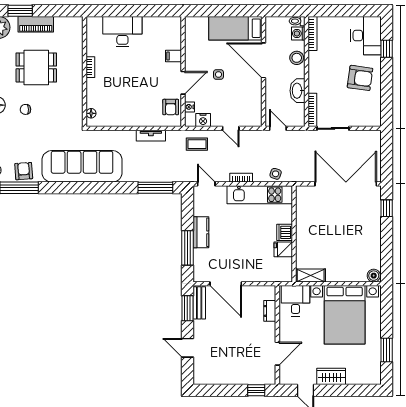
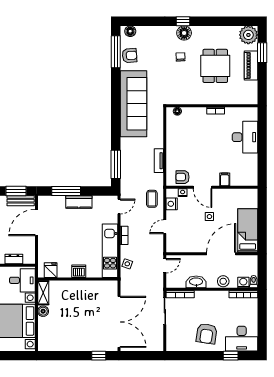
fridge: (283, 249) -> (51, 270), moved
boiler: (374, 276) -> (43, 311), moved

